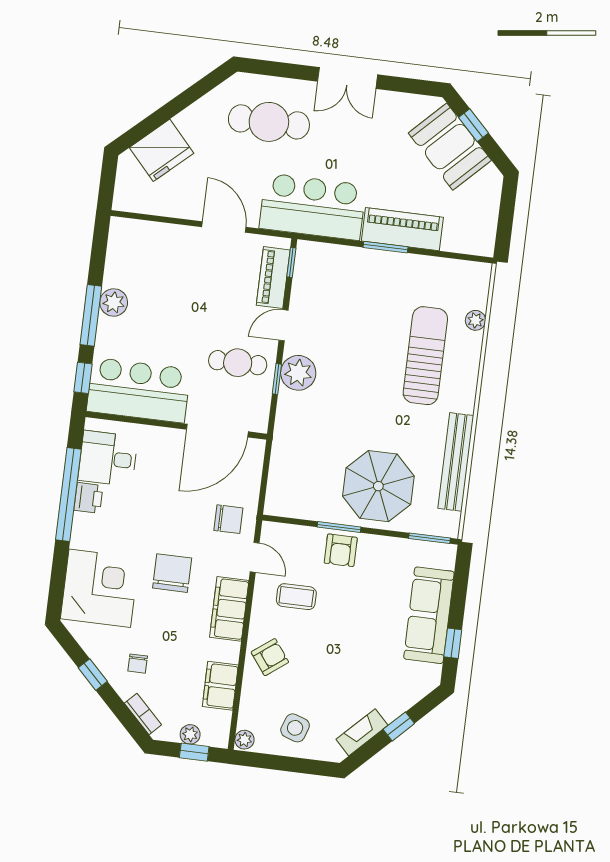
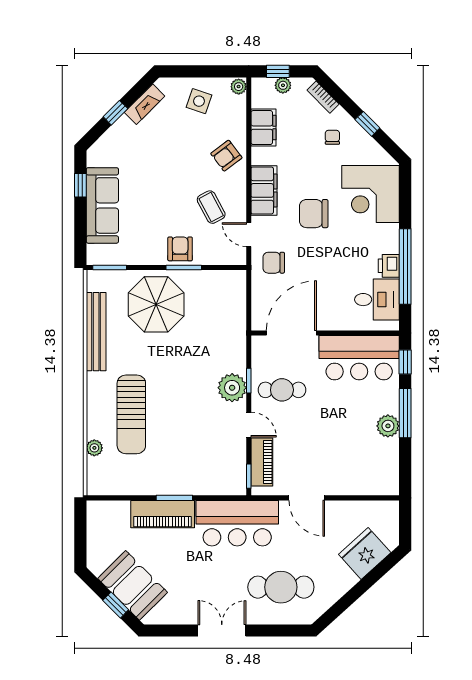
door: (284, 325) -> (249, 425), hinge flipped
chair: (172, 573) -> (314, 214), turned 90
coffee table: (296, 597) -> (211, 207), turned 62

